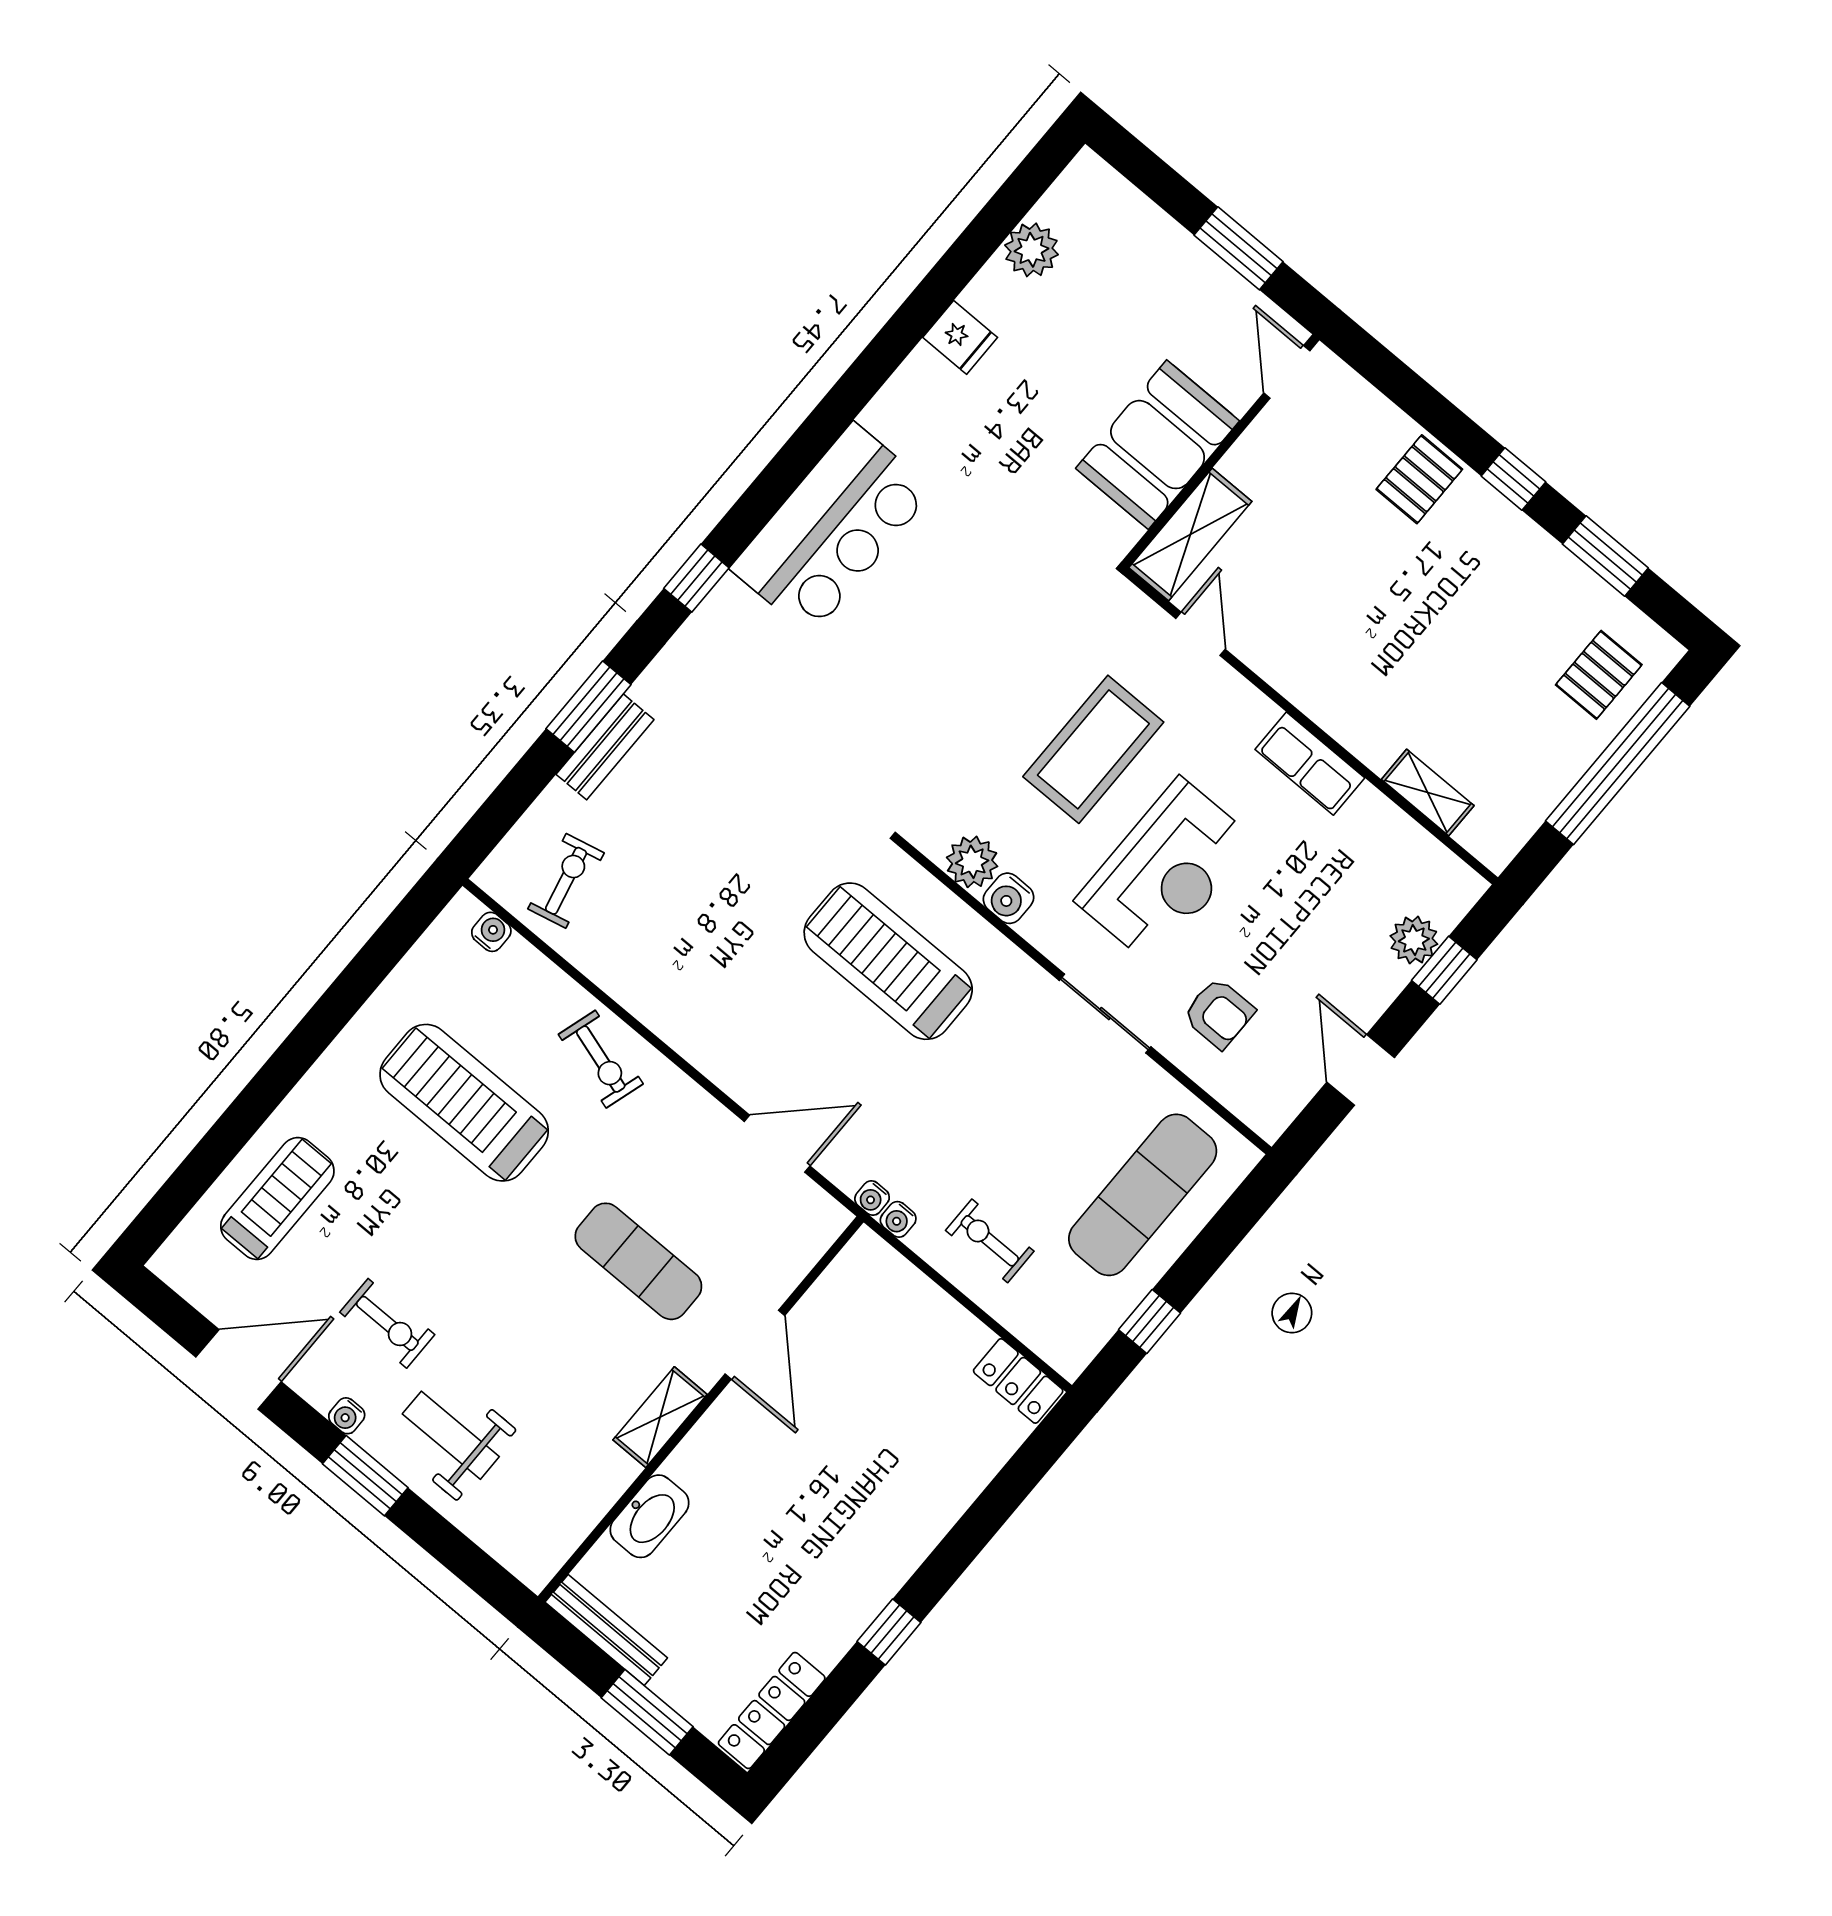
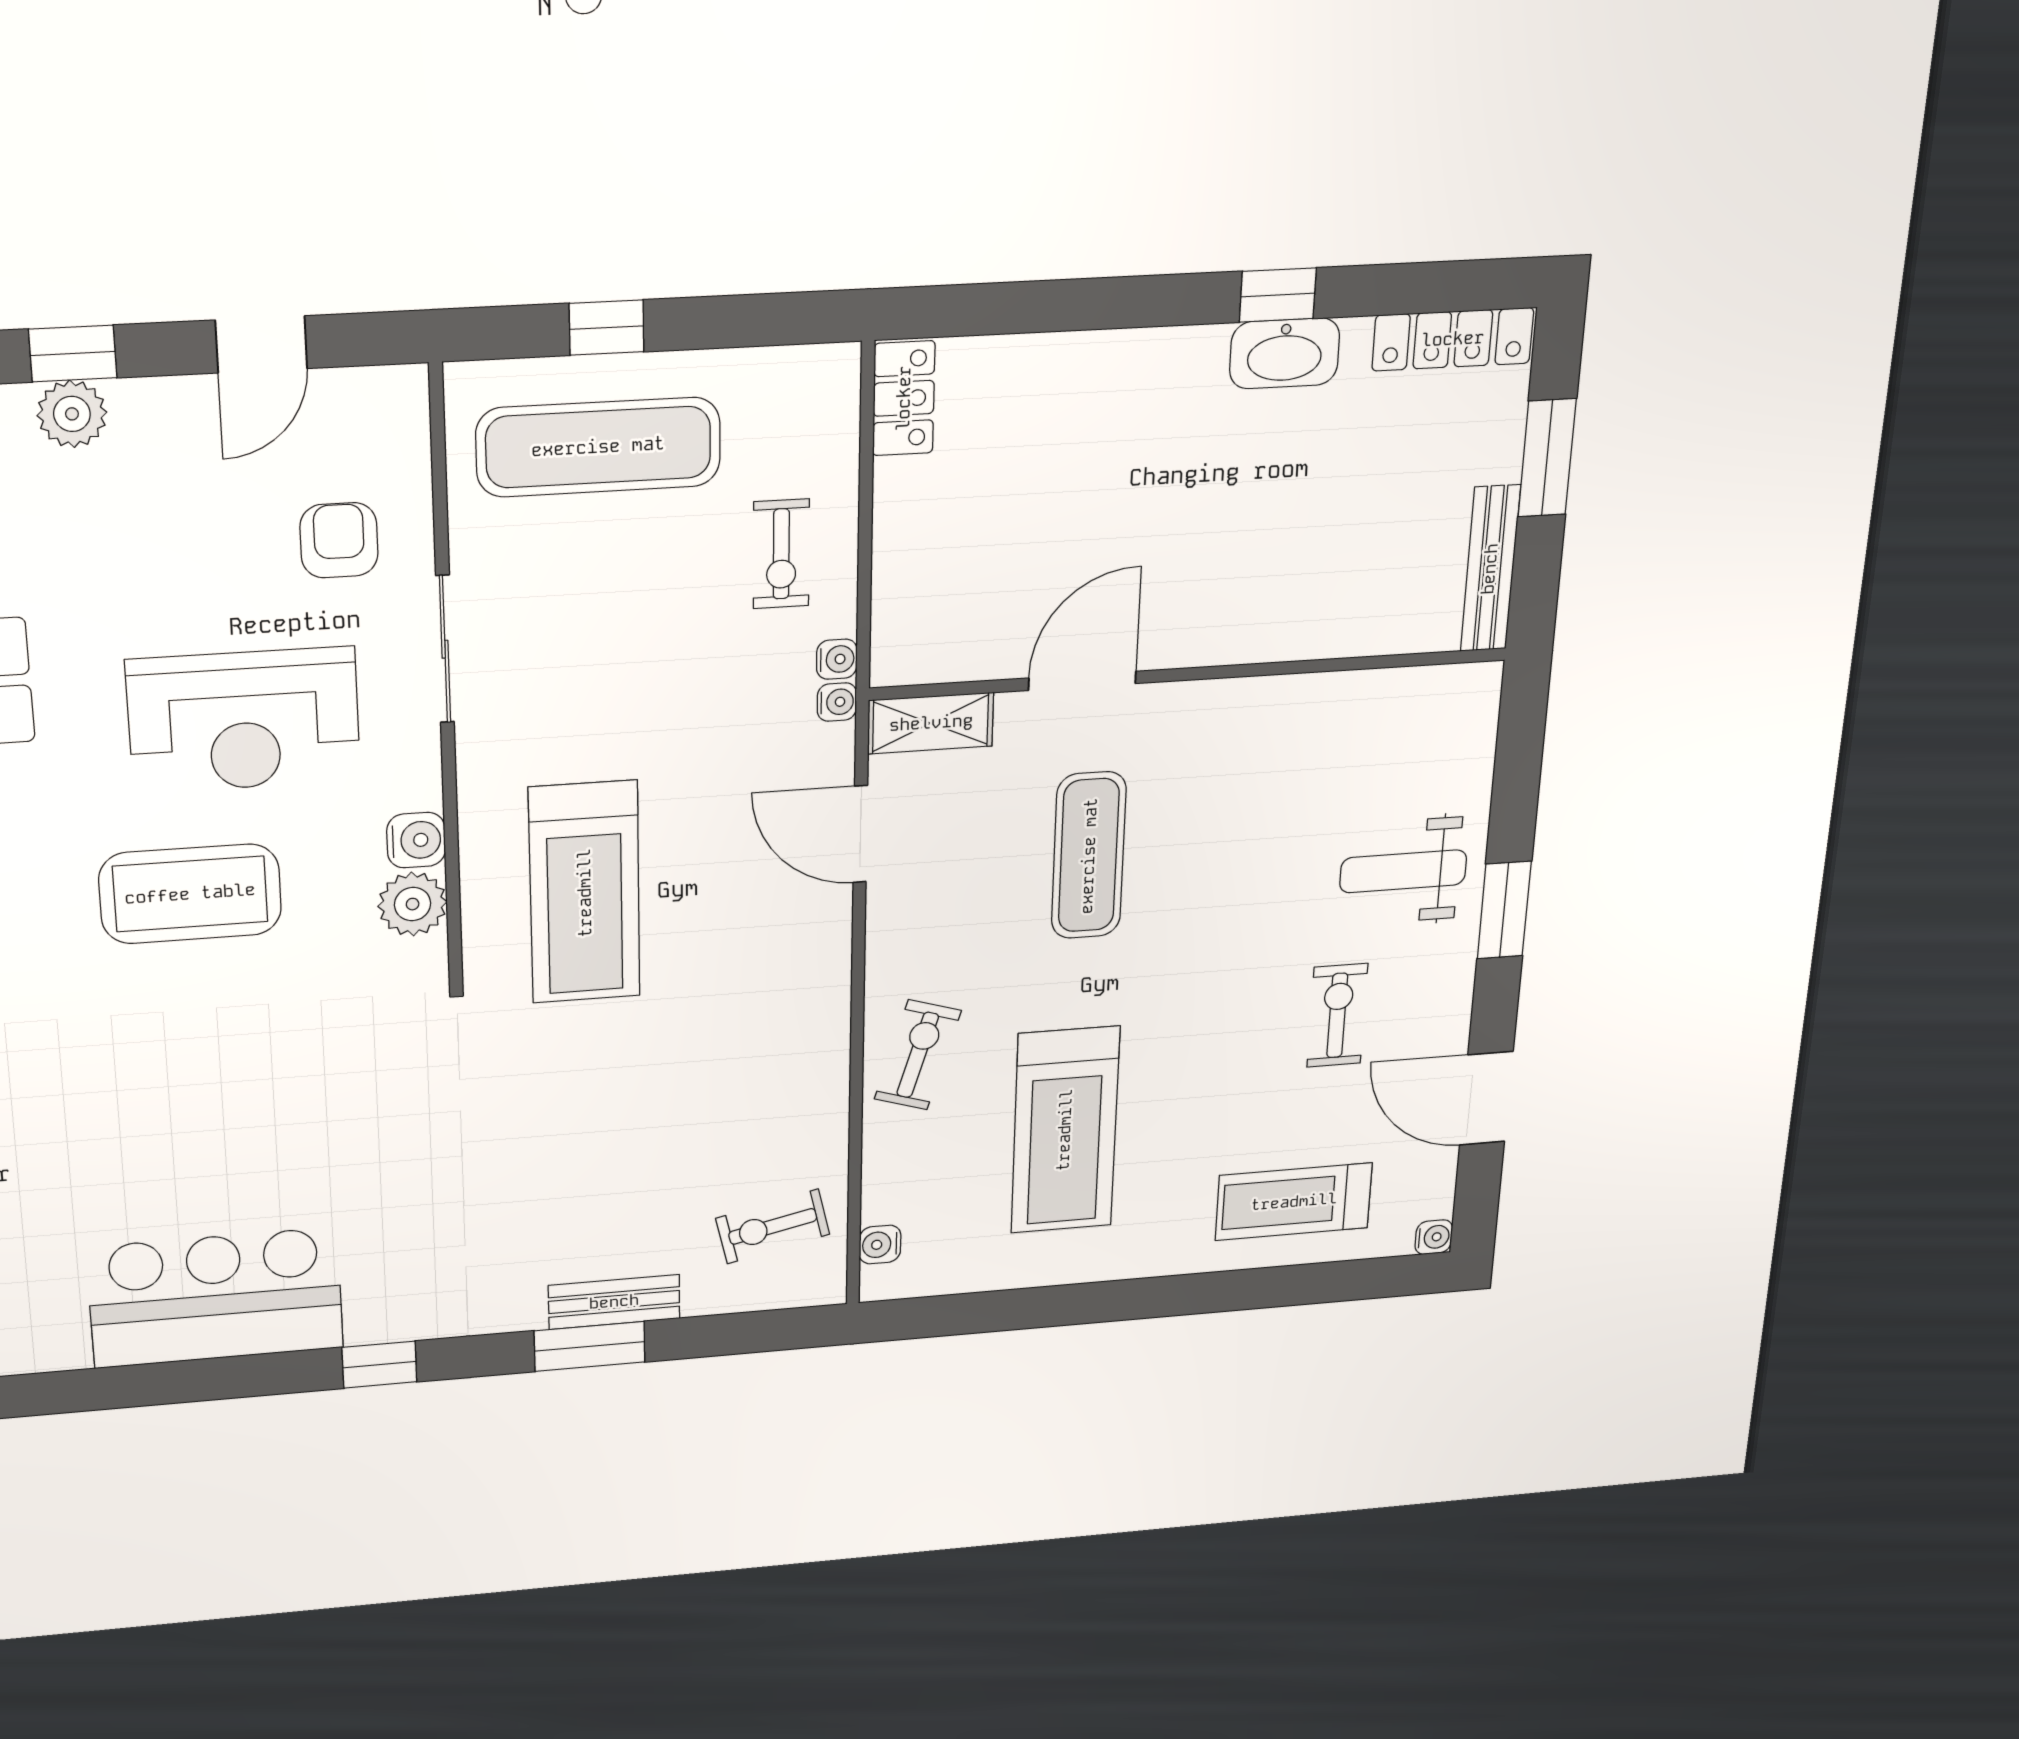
reception desk: (1166, 871) -> (244, 720), turned 180
window: (1150, 1321) -> (607, 328), moved
water cooler: (347, 1416) -> (1434, 1237), moved
shelving: (660, 1417) -> (931, 723), moved
weight bench: (451, 1435) -> (1403, 871), turned 90
washbasin: (650, 1516) -> (1285, 353), moved, turned 180

